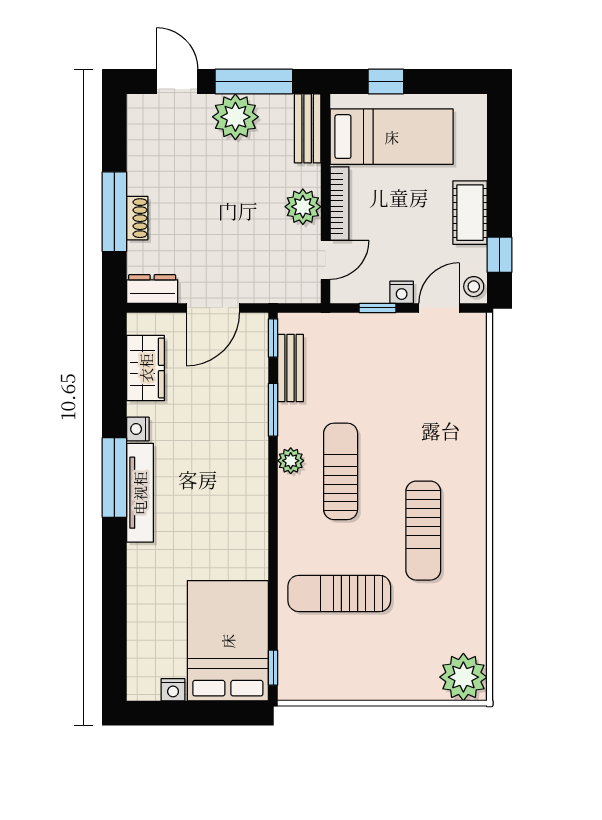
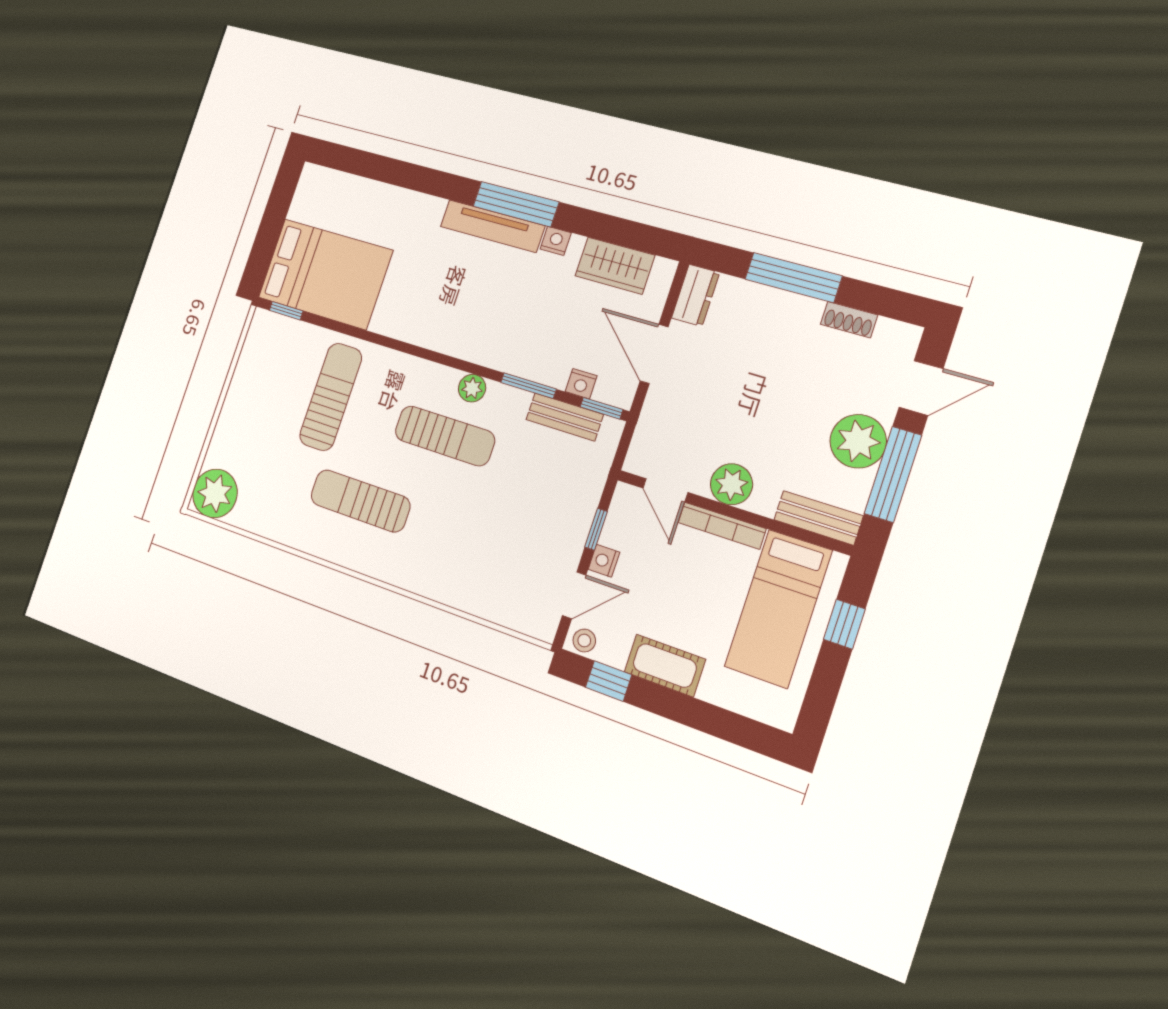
shoe rack: (137, 218) -> (849, 320), moved
door: (439, 308) -> (574, 595), hinge flipped
nightstand: (173, 690) -> (581, 384), moved, turned -90

